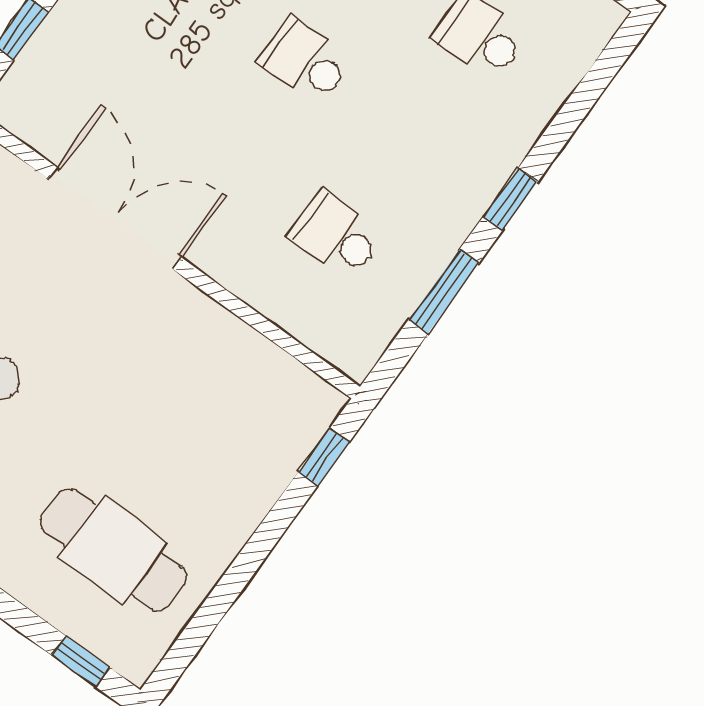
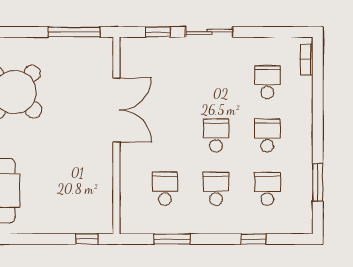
school desk: (408, 136) -> (216, 189), added
window: (511, 199) -> (254, 239), moved

